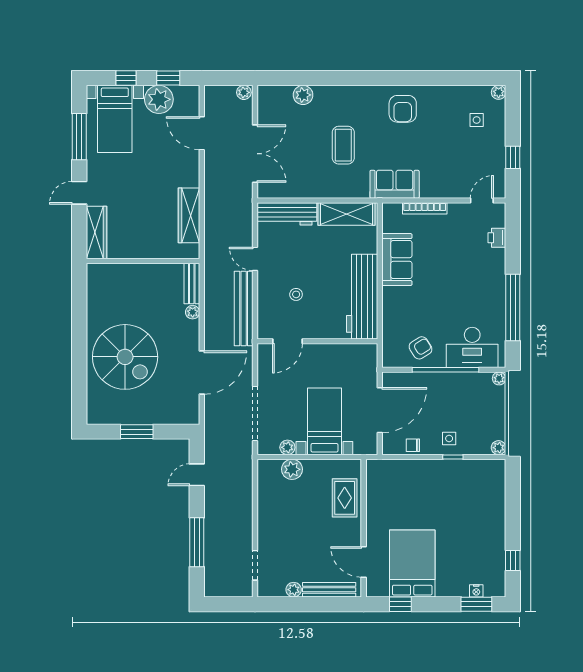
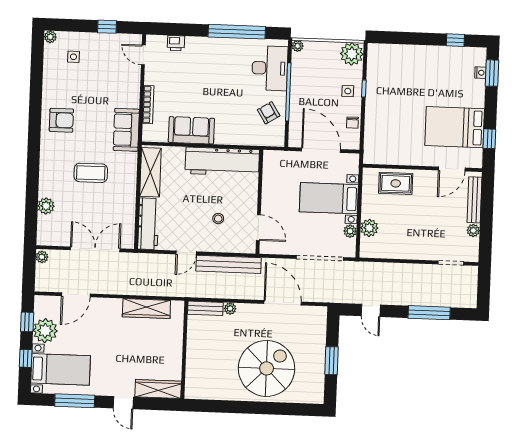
plant: (499, 448) -> (352, 54), width x1.87, depth x1.87

